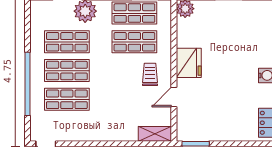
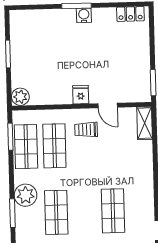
fridge: (189, 63) -> (81, 95), width x0.53, depth x0.75
shop shelf: (67, 71) -> (85, 212), removed

